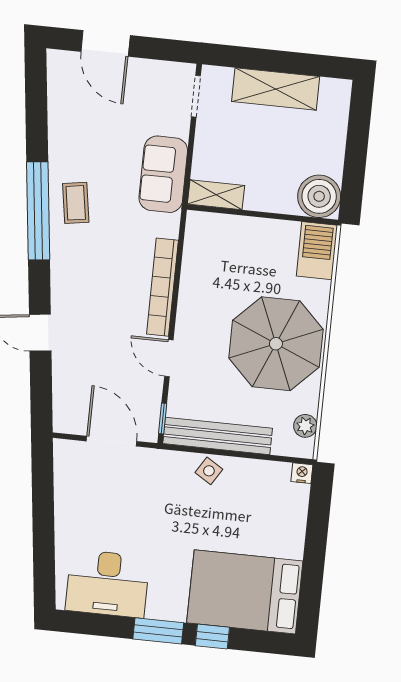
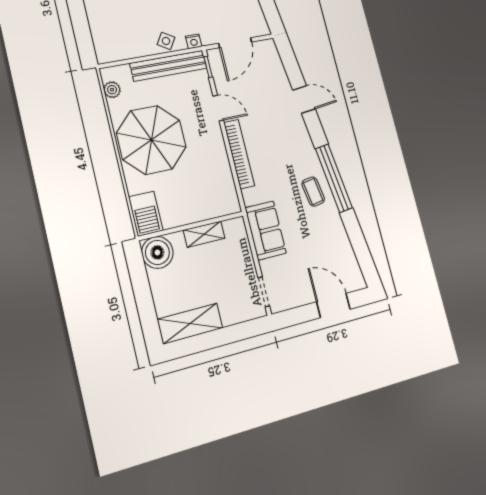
shelving: (276, 89) -> (190, 324), moved
shelving: (216, 195) -> (204, 234), moved
door: (112, 441) -> (235, 43), hinge flipped
nightstand: (302, 473) -> (194, 41), moved

